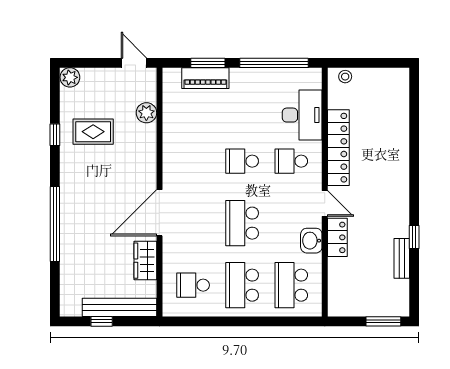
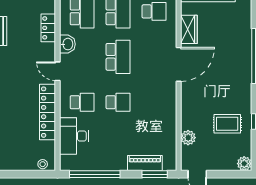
window: (208, 63) -> (155, 174), moved
locker: (337, 237) -> (48, 28), moved

